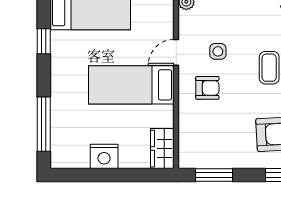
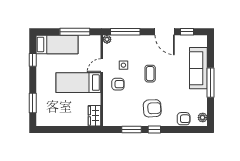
window: (44, 124) -> (33, 103), width x0.69
nightstand: (104, 156) -> (64, 120), removed
window: (214, 175) -> (131, 130), moved

